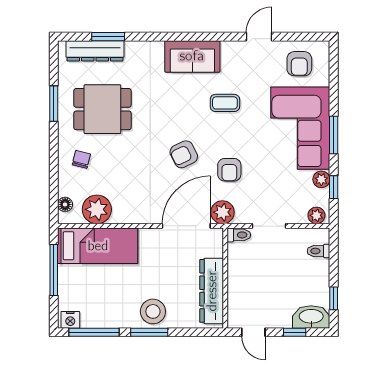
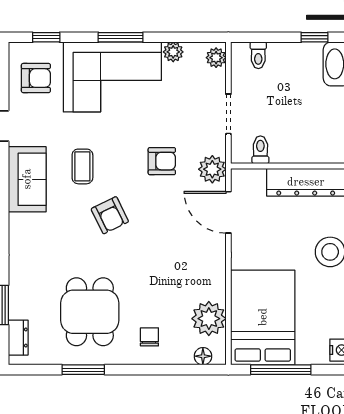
dresser: (95, 51) -> (18, 338), width x0.51, depth x0.80
sofa: (192, 56) -> (27, 179), moved
armchair: (184, 154) -> (110, 215), moved
chair: (81, 159) -> (149, 337), turned 76
window: (334, 187) -> (46, 37), moved
door: (186, 226) -> (228, 212), width x0.73
toilet: (239, 235) -> (260, 150), moved
bed: (98, 246) -> (263, 317), width x1.50

